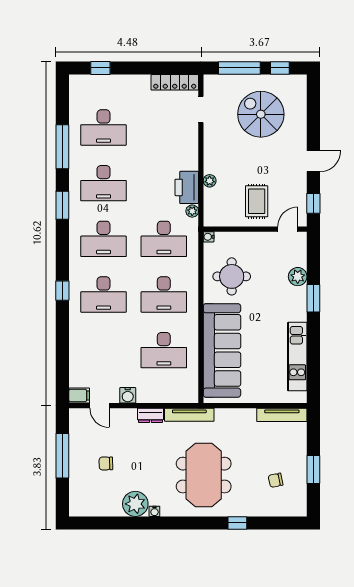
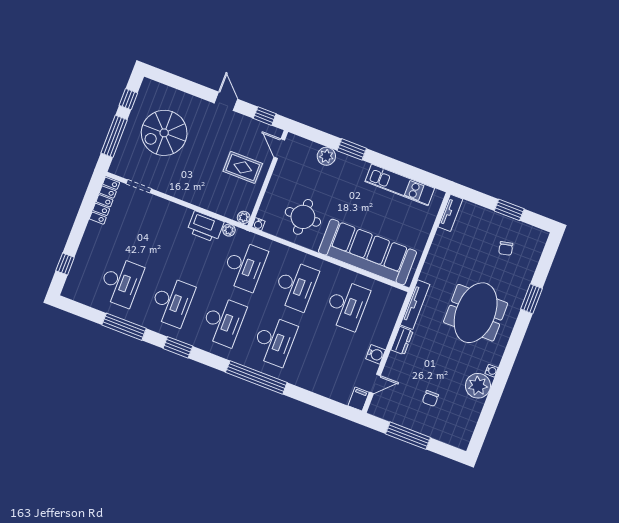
plant: (210, 181) -> (244, 217), moved
window: (62, 291) -> (256, 377), width x3.17
tv unit: (282, 415) -> (450, 213), width x0.71
meeting table: (204, 475) -> (476, 313), turned 90
window: (237, 523) -> (532, 299), width x1.50

